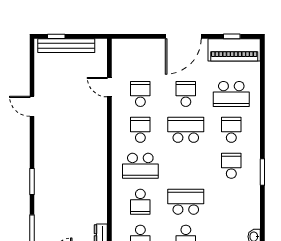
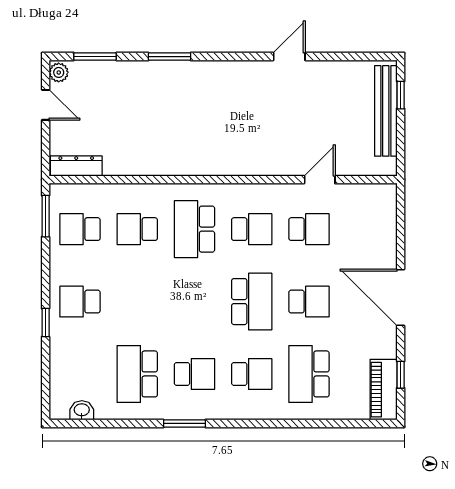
piano: (234, 50) -> (384, 390), width x0.73, depth x0.75
school desk: (186, 202) -> (137, 374), moved, turned 180

